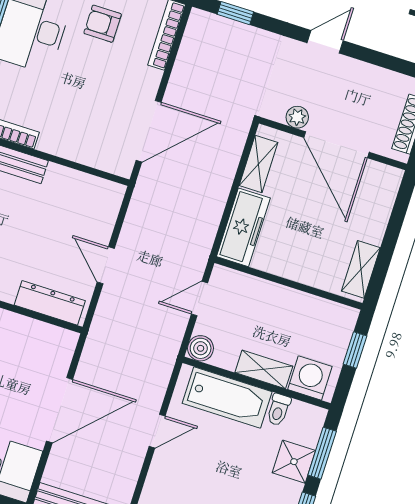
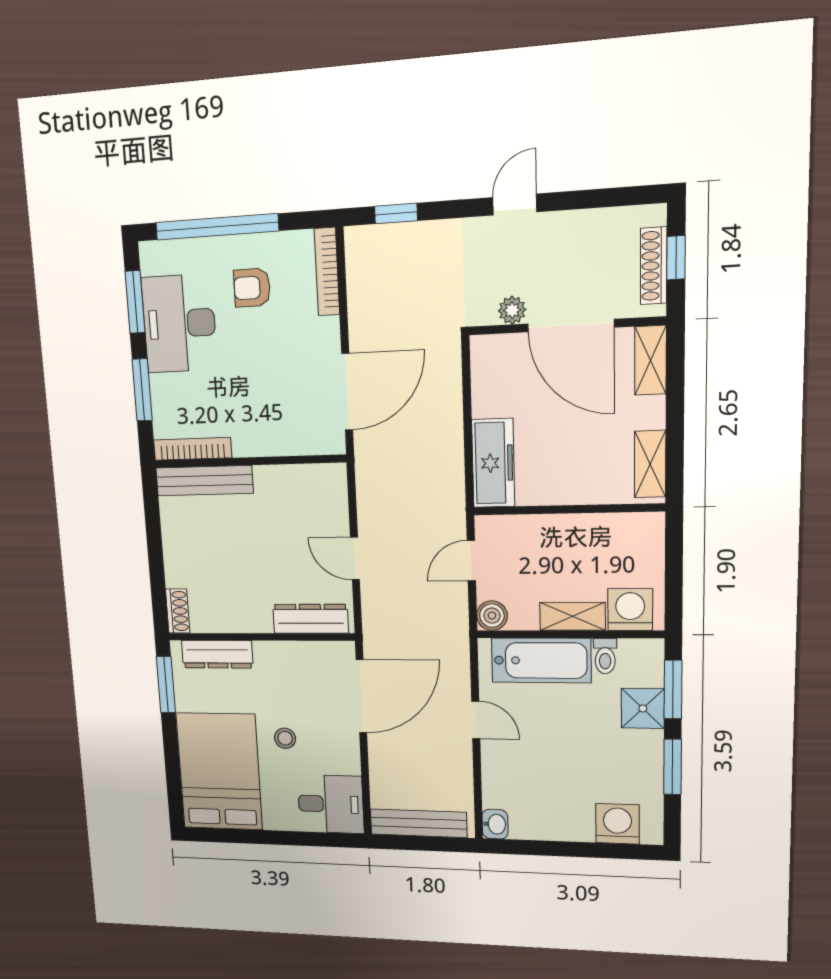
shelving: (258, 164) -> (650, 360), moved
window: (355, 350) -> (674, 561), removed
door: (60, 410) -> (361, 696), moved
door: (157, 431) -> (476, 720), hinge flipped

